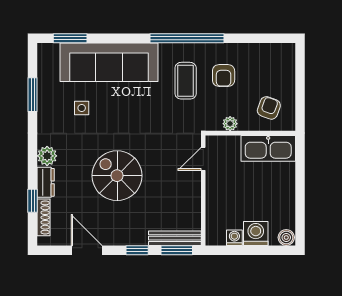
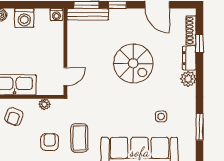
washing machine: (234, 238) -> (56, 15), moved

